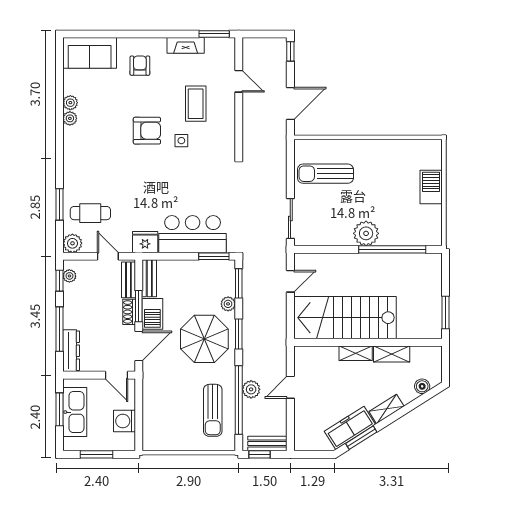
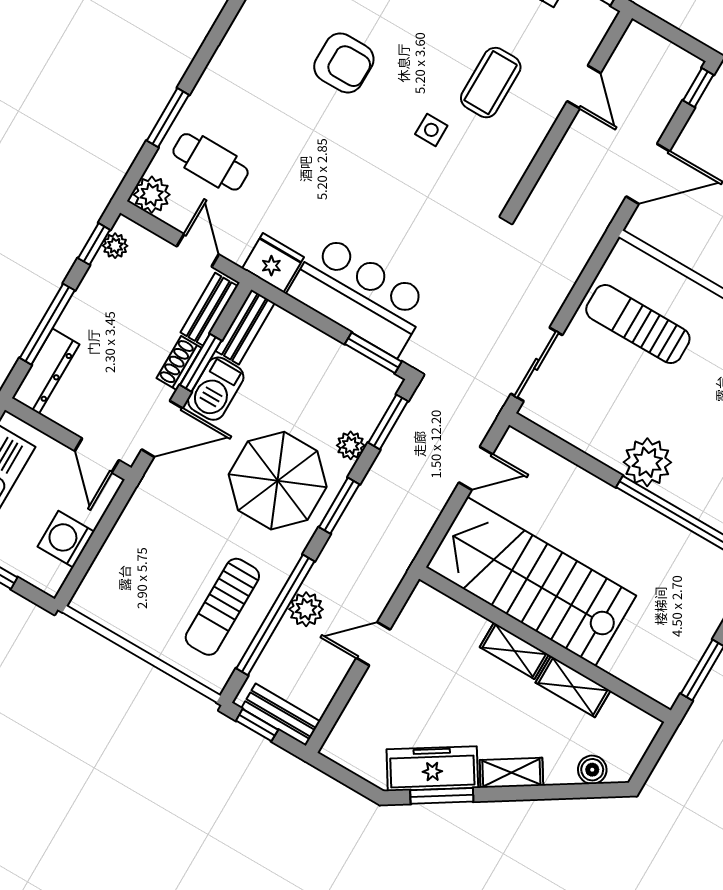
armchair: (147, 131) -> (344, 63), moved

